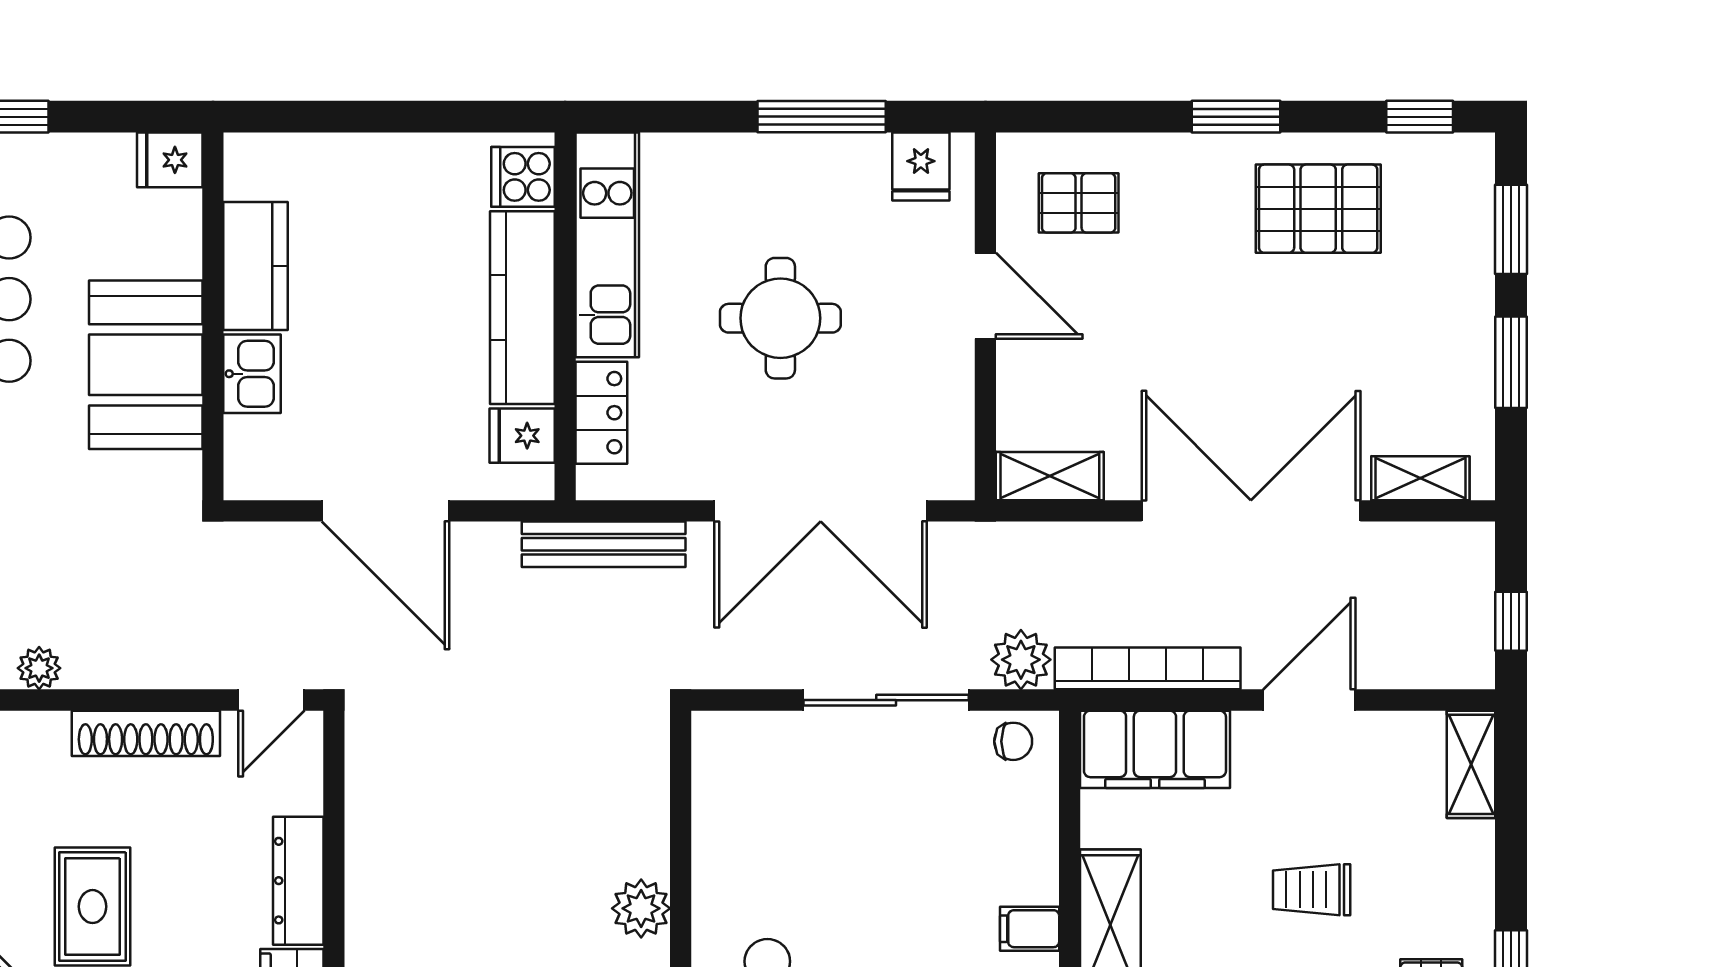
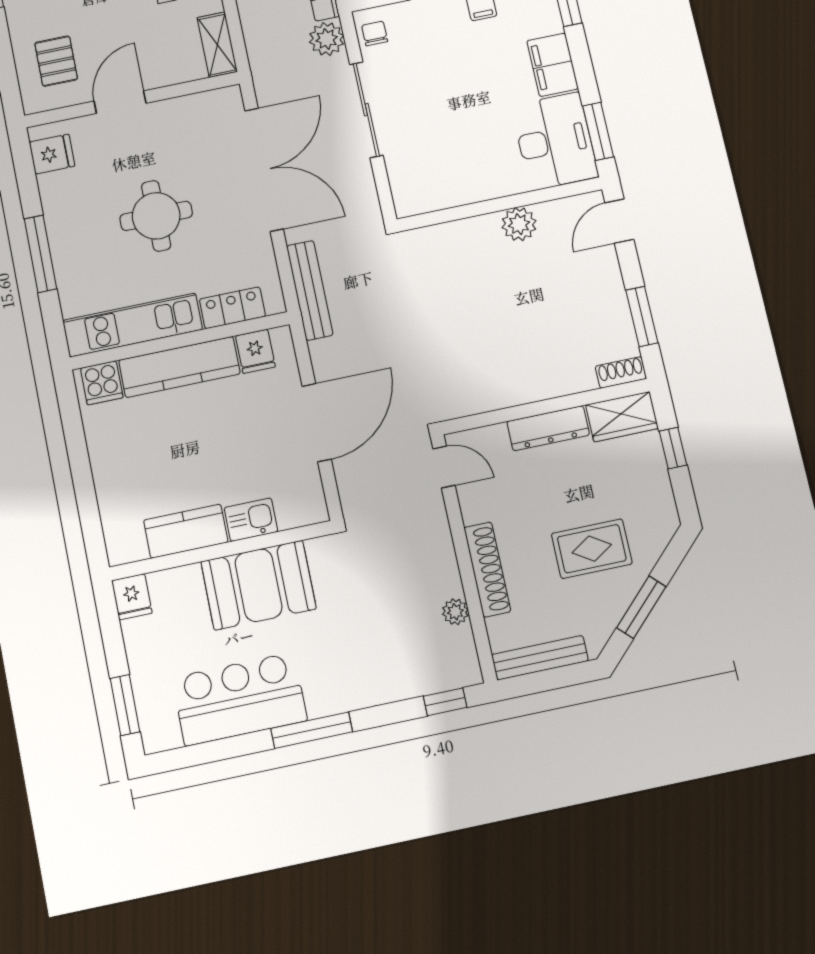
window: (822, 117) -> (40, 254), moved
shoe rack: (146, 733) -> (487, 569), moved

